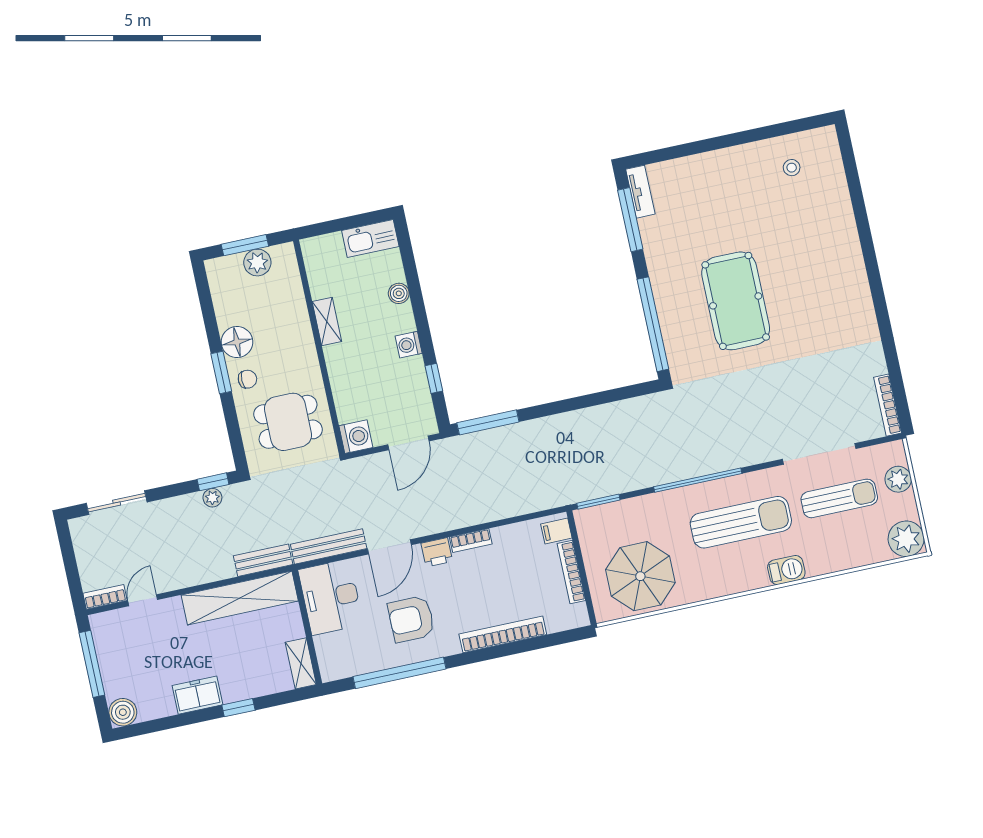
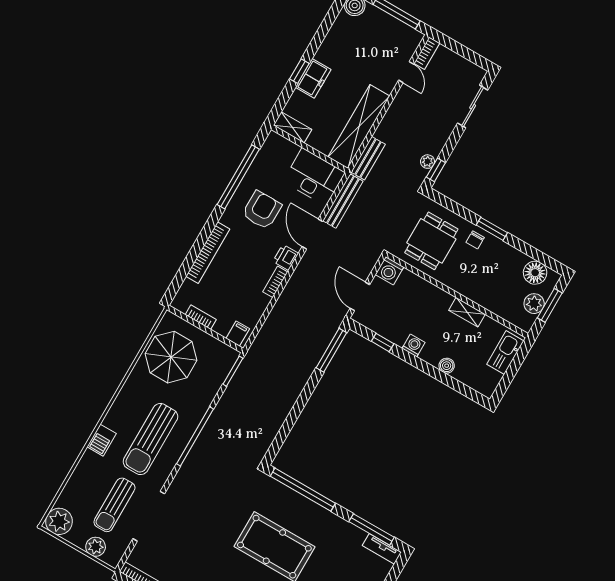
kitchen sink: (370, 239) -> (505, 353), moved
floor lamp: (237, 342) -> (535, 273), moved
bookcase: (571, 572) -> (201, 317), width x0.64
freezer: (197, 695) -> (313, 78), moved

